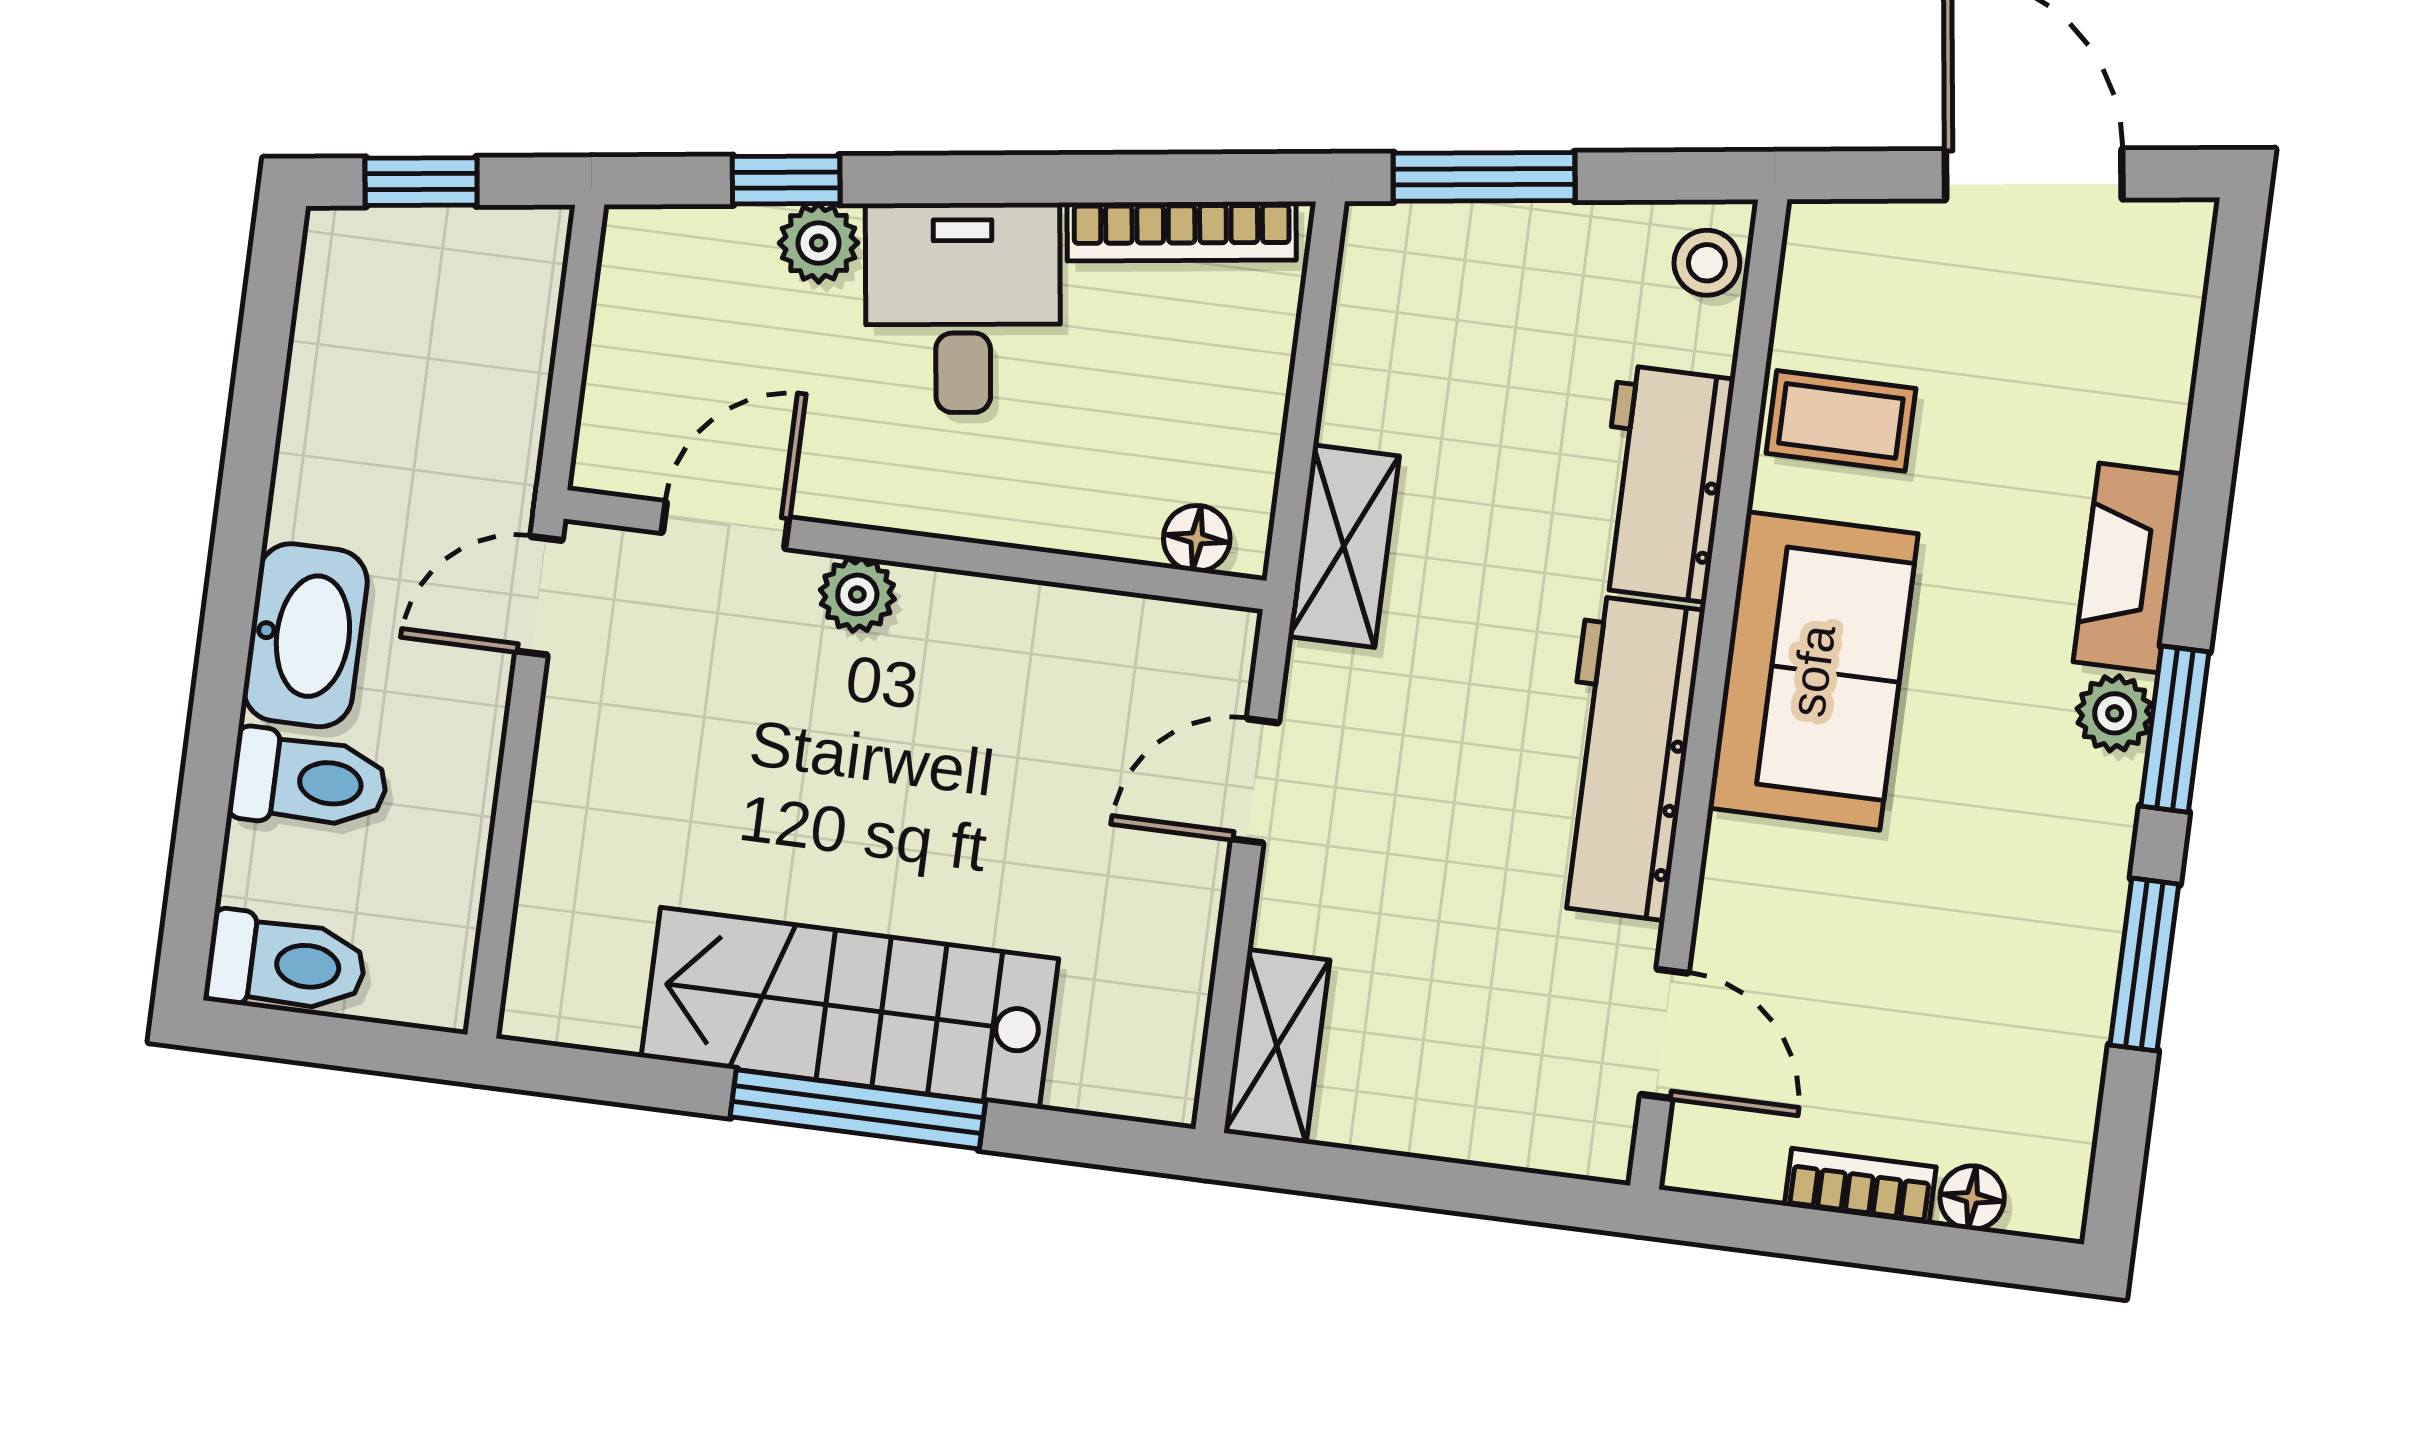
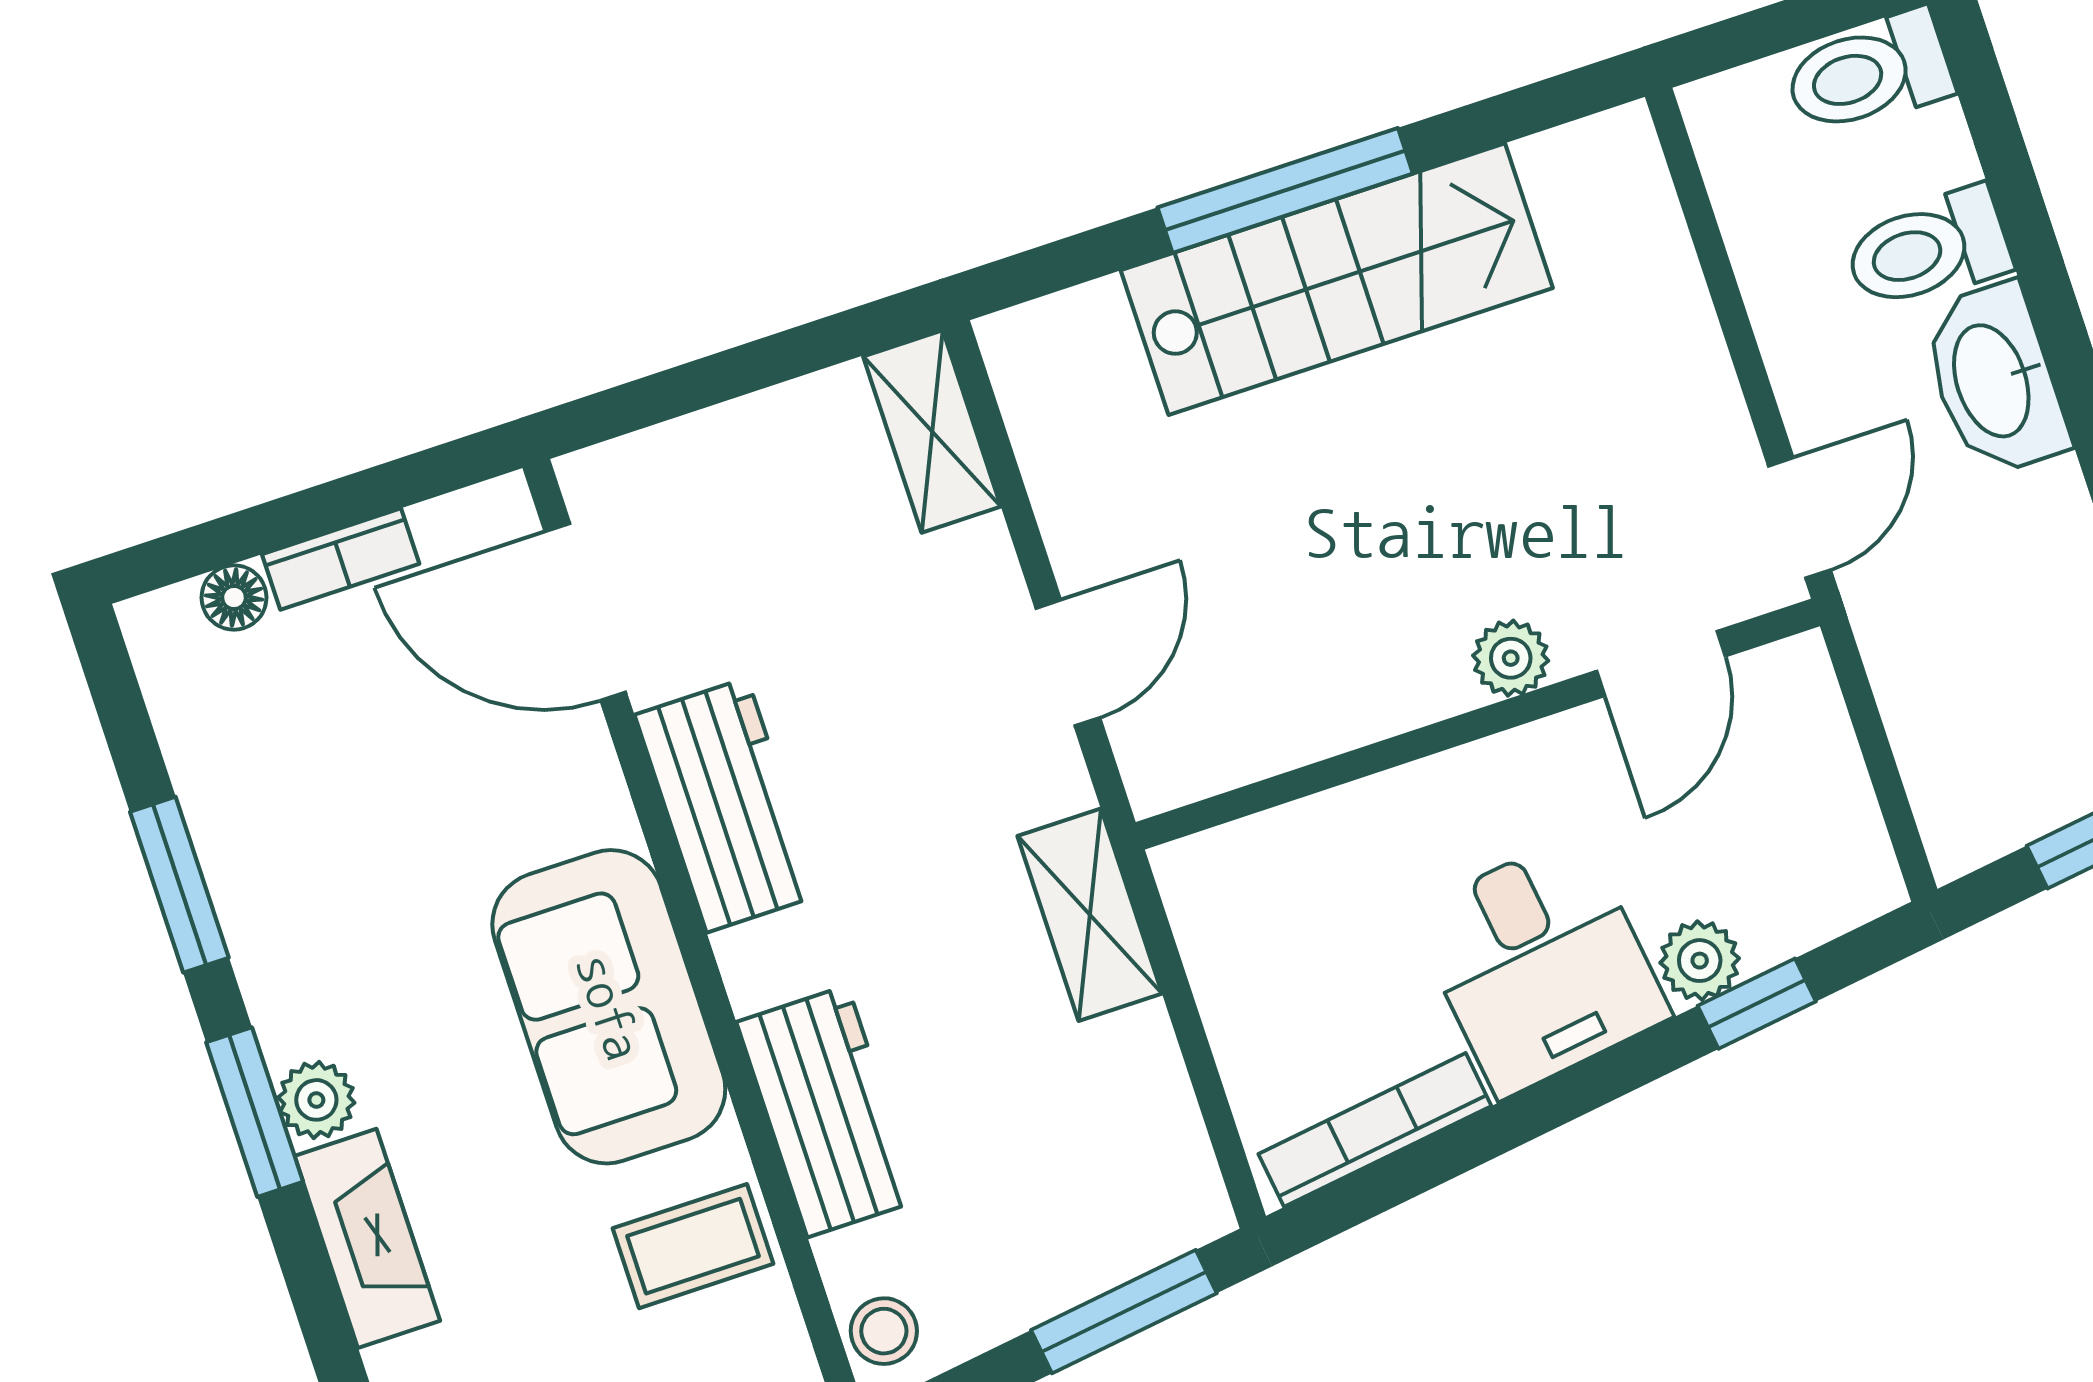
floor lamp: (1197, 538) -> (1227, 858), removed
workbench: (1626, 758) -> (727, 805), width x0.73
door: (1664, 1034) -> (585, 612), width x1.38

